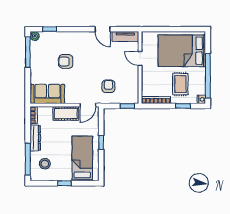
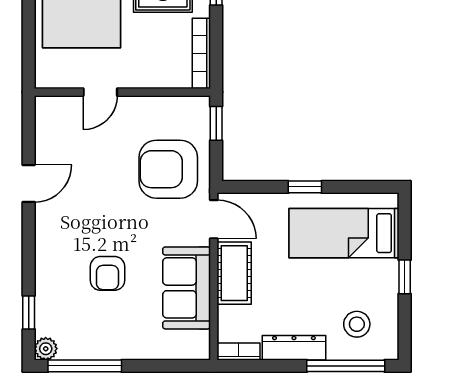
tv unit: (125, 37) -> (47, 128), removed
armchair: (108, 86) -> (168, 169), width x1.88, depth x1.88
sofa: (47, 94) -> (187, 288), moved

